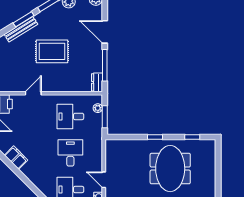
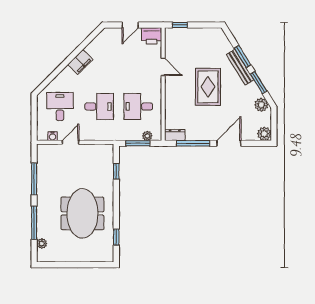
bench: (21, 29) -> (240, 67), moved
desk: (70, 116) -> (138, 107), turned -90
window: (155, 137) -> (116, 171), moved
filing cabinet: (16, 158) -> (80, 62), moved
meeting table: (170, 169) -> (82, 213), turned 90

